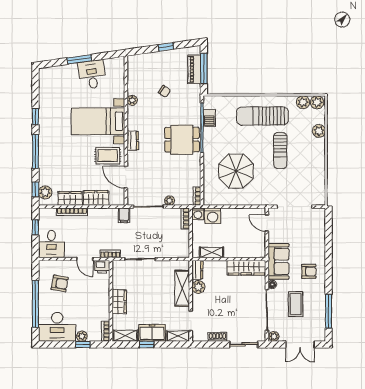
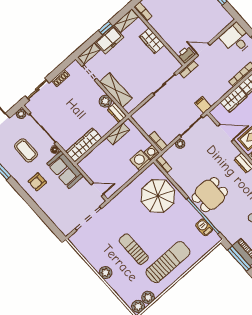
plant: (319, 131) -> (106, 273), moved
parasol: (236, 171) -> (158, 196), moved
armchair: (60, 283) -> (205, 16), removed

